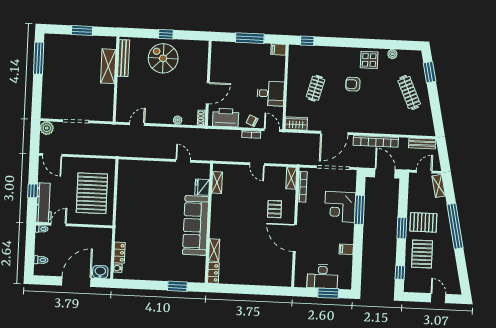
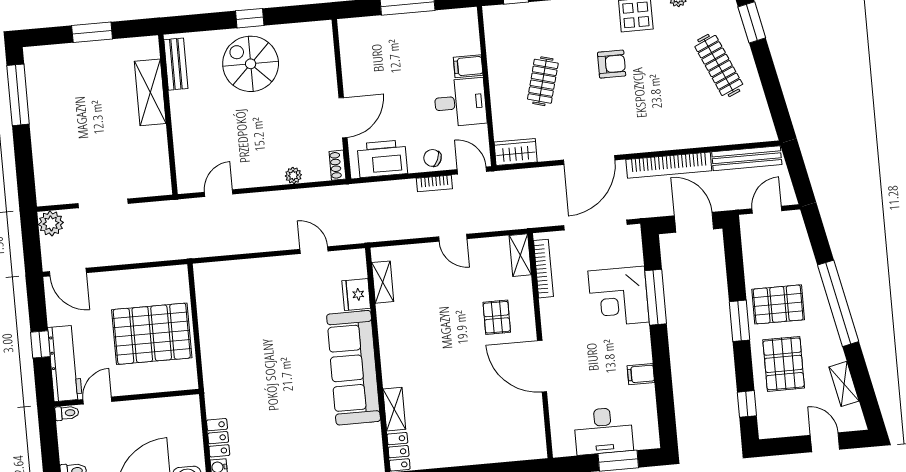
filing cabinet: (278, 50) -> (468, 66), moved
bench: (124, 58) -> (176, 64), width x0.73
armchair: (353, 84) -> (612, 64), turned 180
bench: (422, 143) -> (747, 158), width x1.36
shelving: (439, 186) -> (844, 384), moved
pallet: (92, 193) -> (152, 334), turned 90

